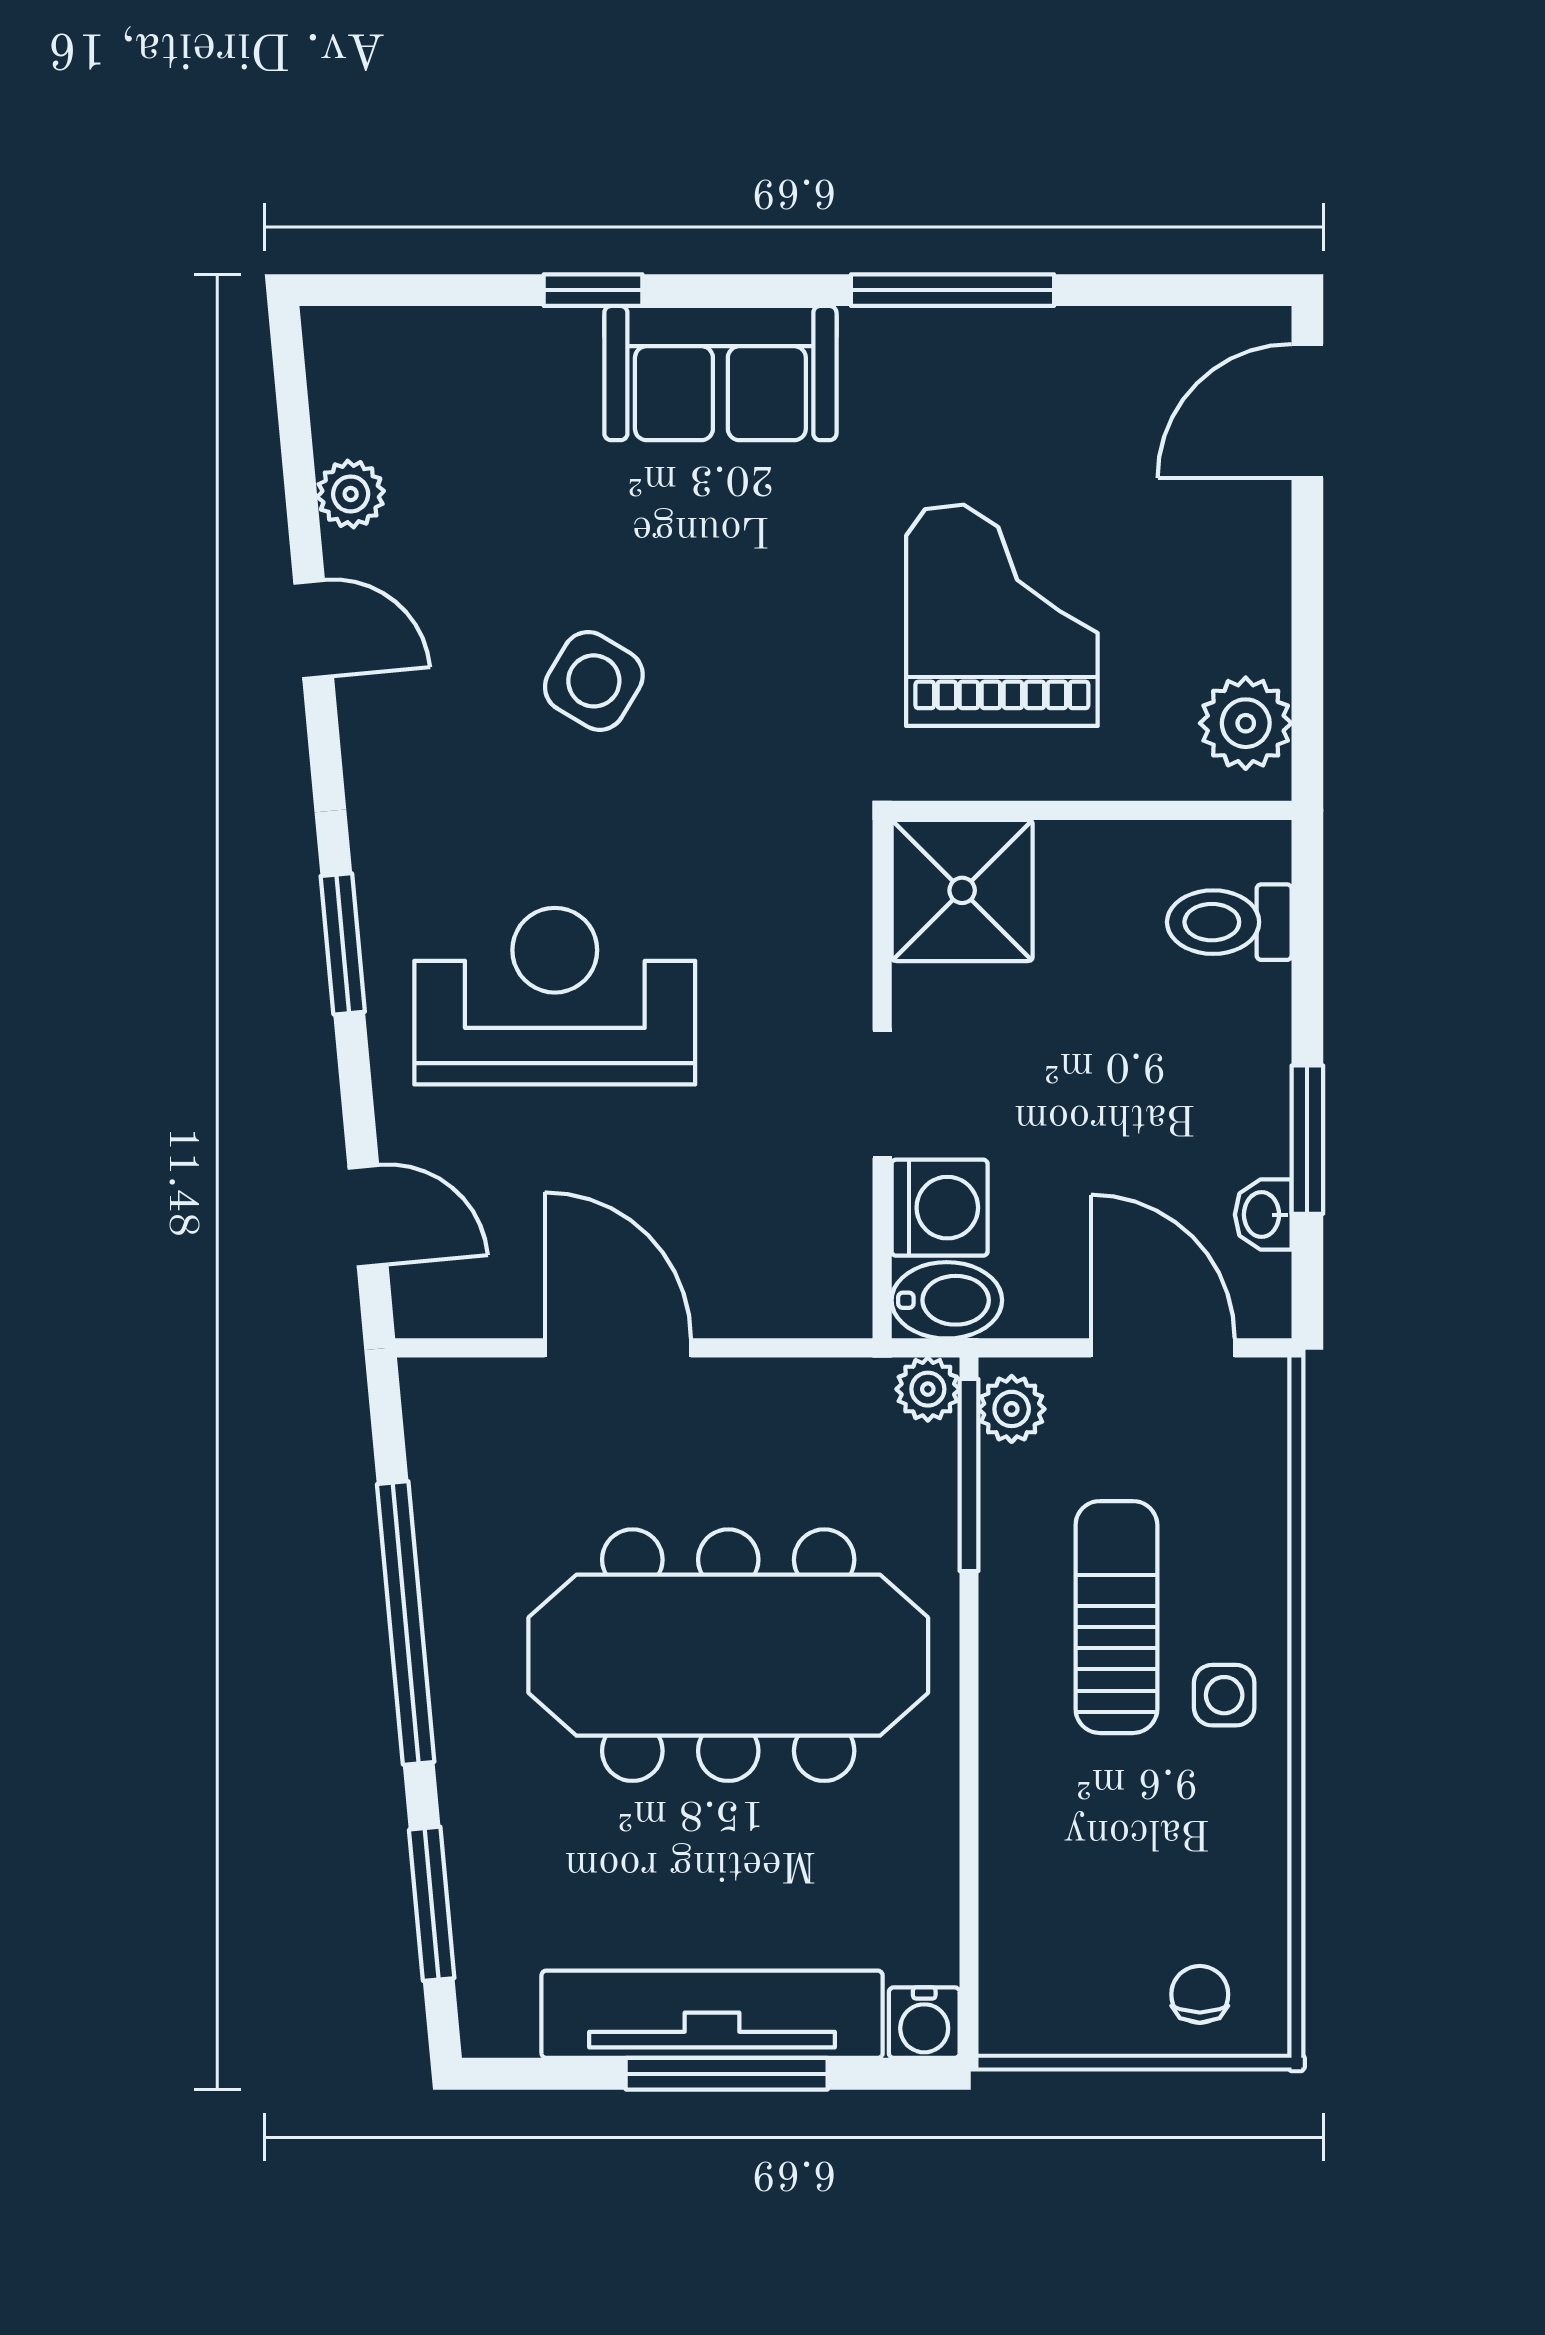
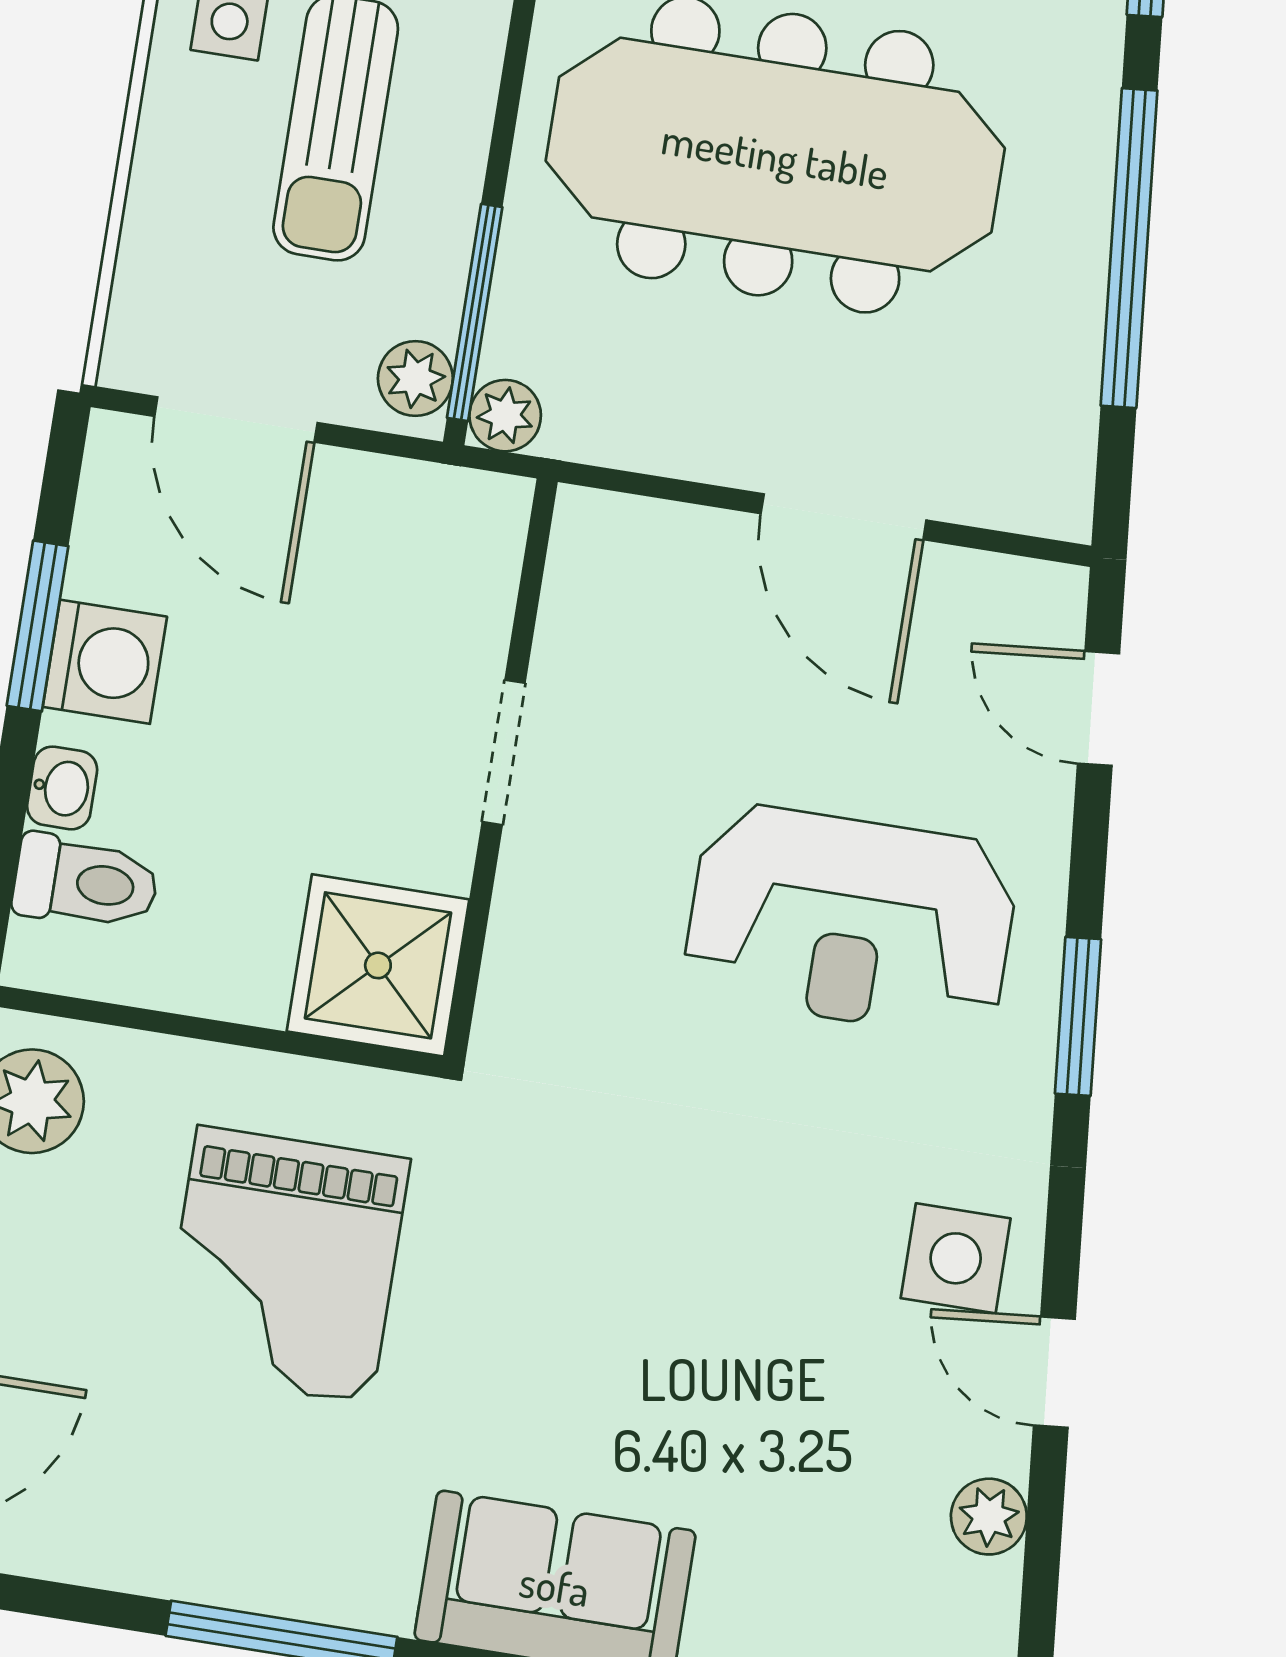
side table: (594, 681) -> (956, 1258), moved, turned -31
washing machine: (940, 1208) -> (105, 662), moved, turned 180
washbasin: (1263, 1215) -> (62, 788), moved
bidet: (947, 1300) -> (468, 511), removed

